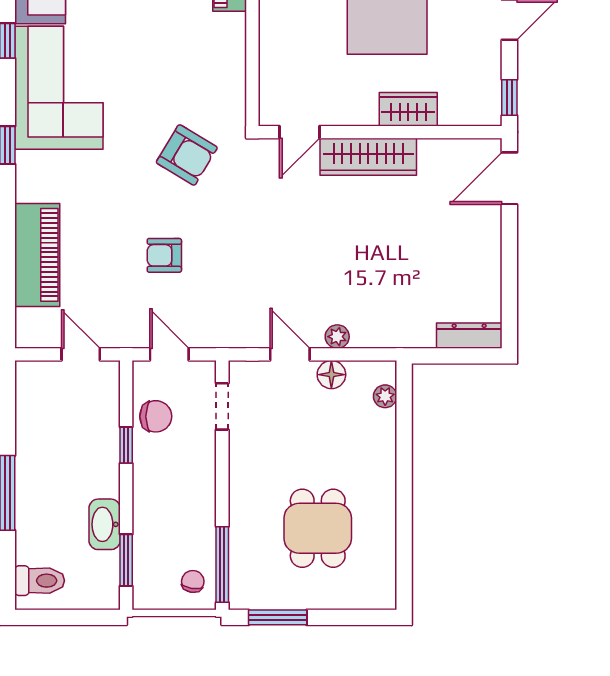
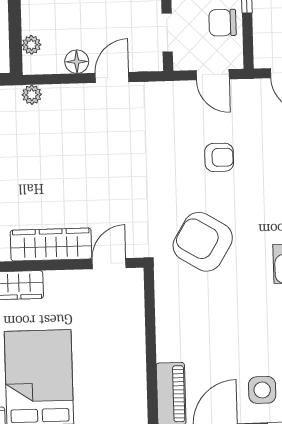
armchair: (187, 155) -> (203, 242), width x1.36, depth x1.36
plant: (337, 337) -> (32, 95), moved
door: (290, 354) -> (112, 78), swing flipped

